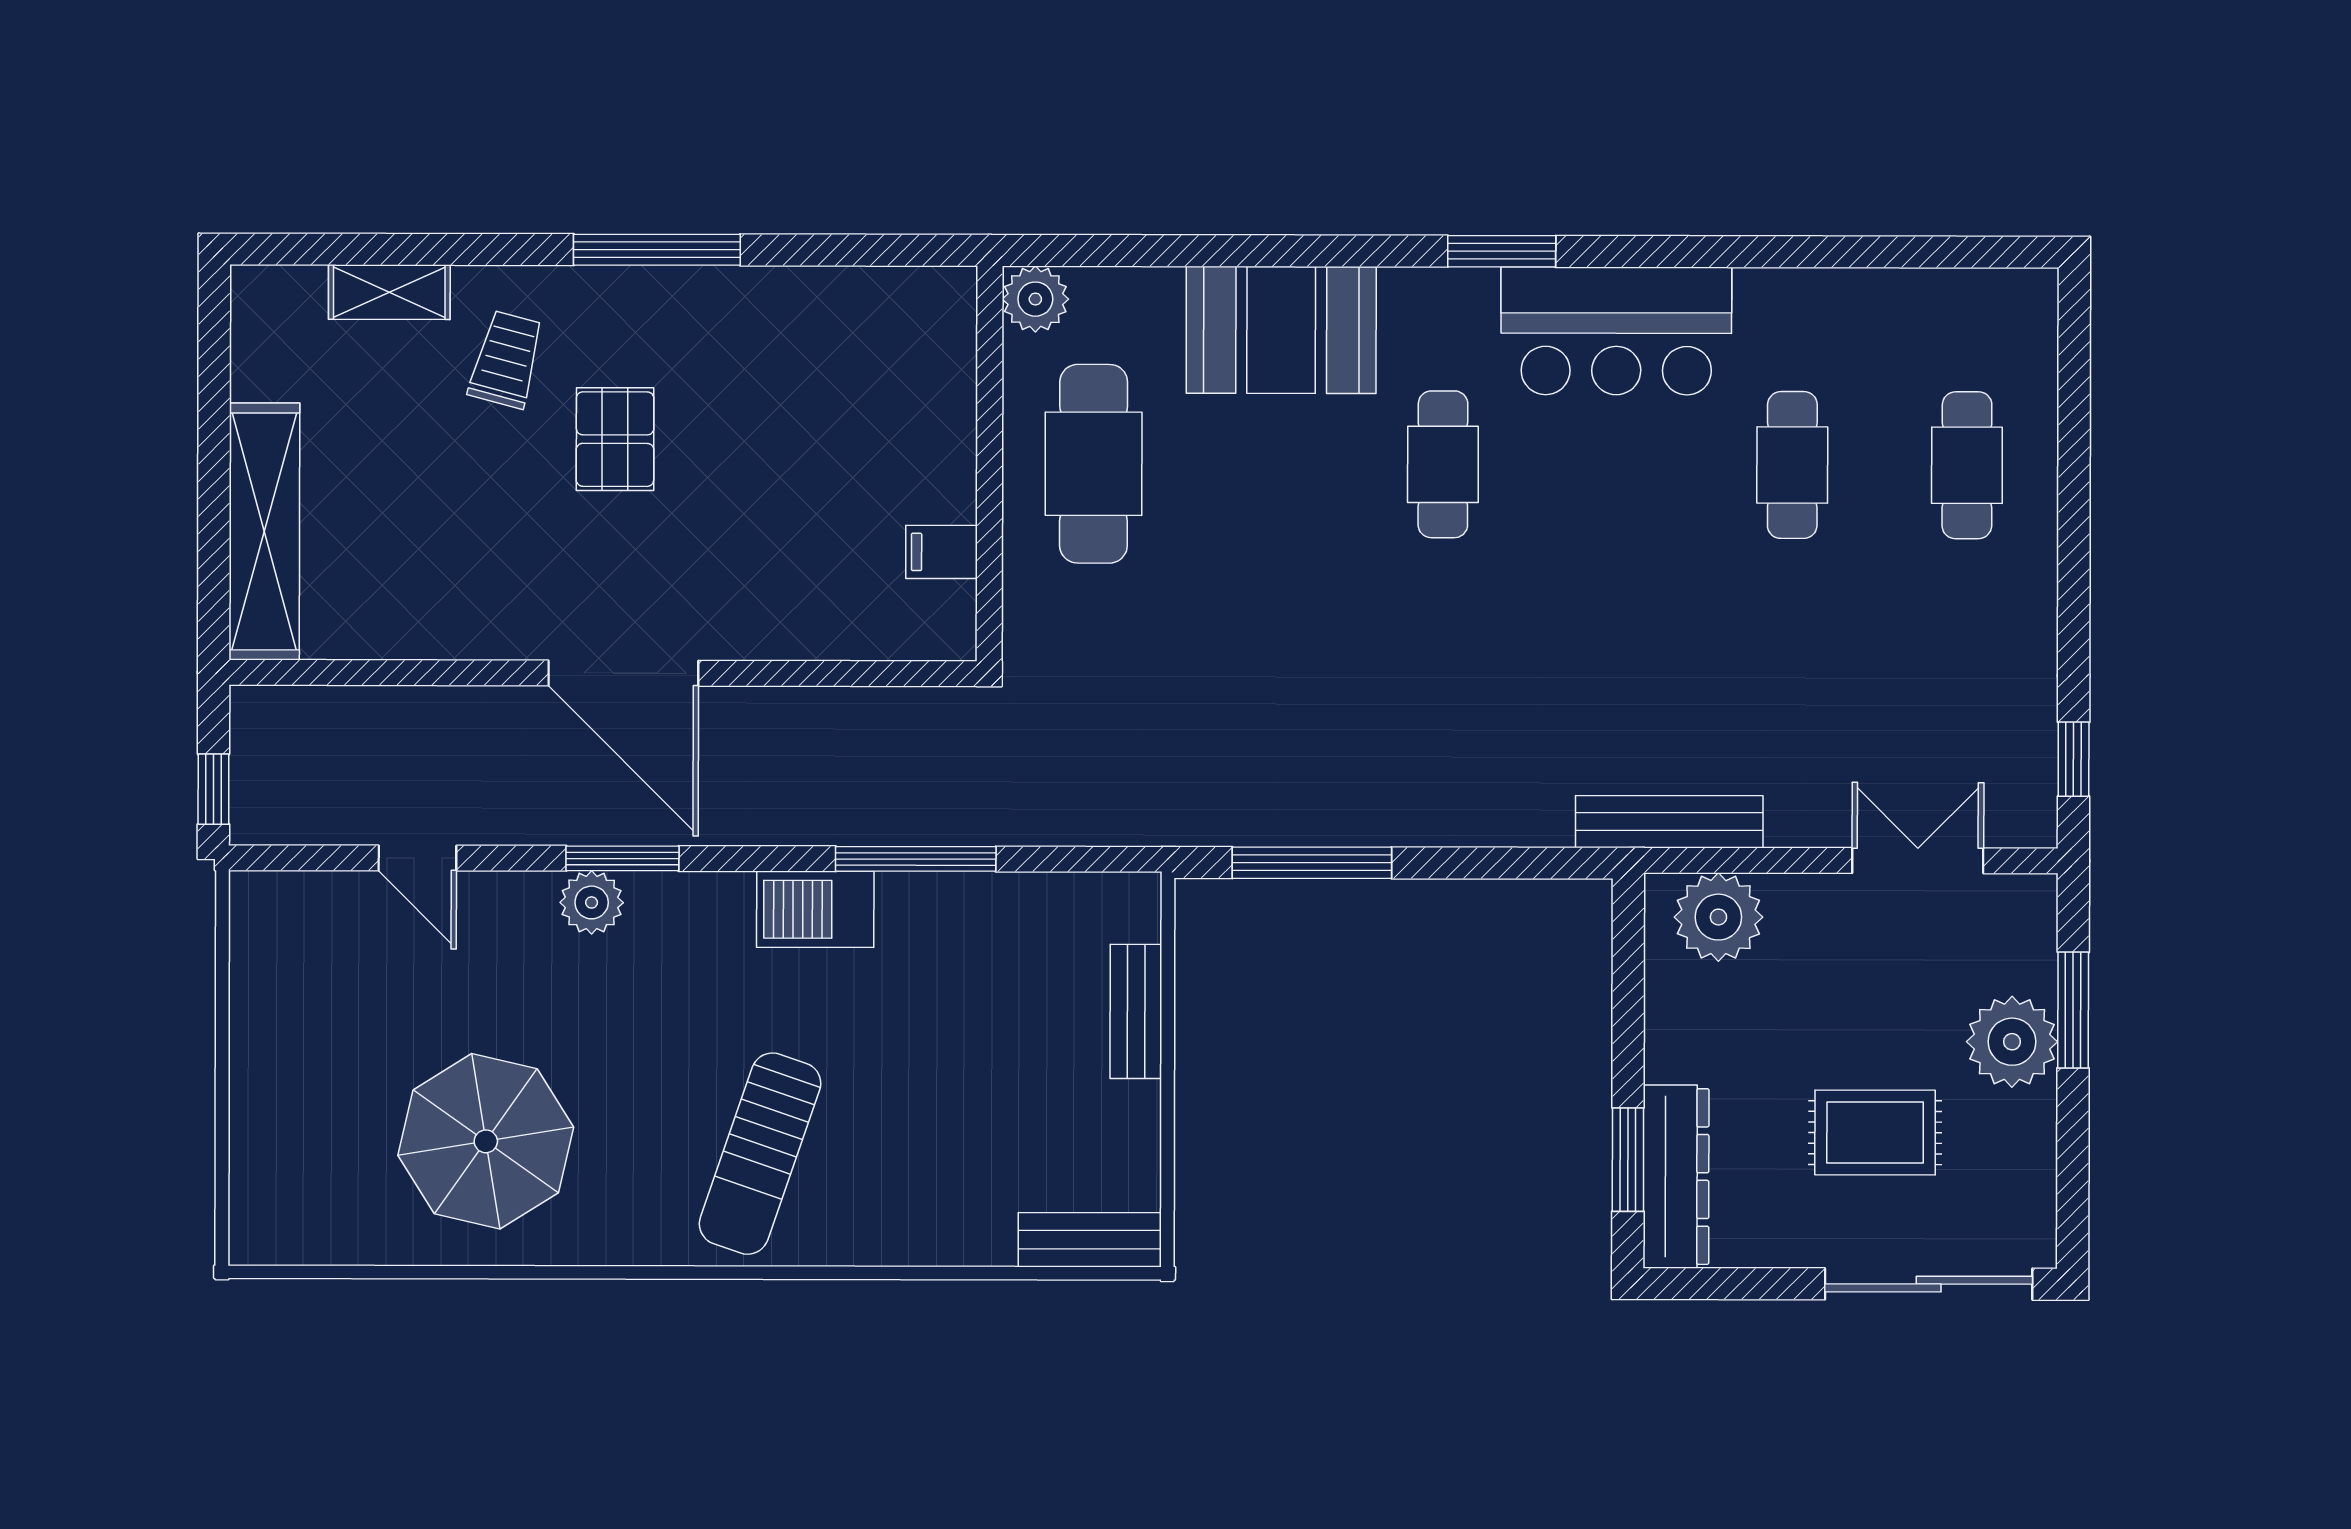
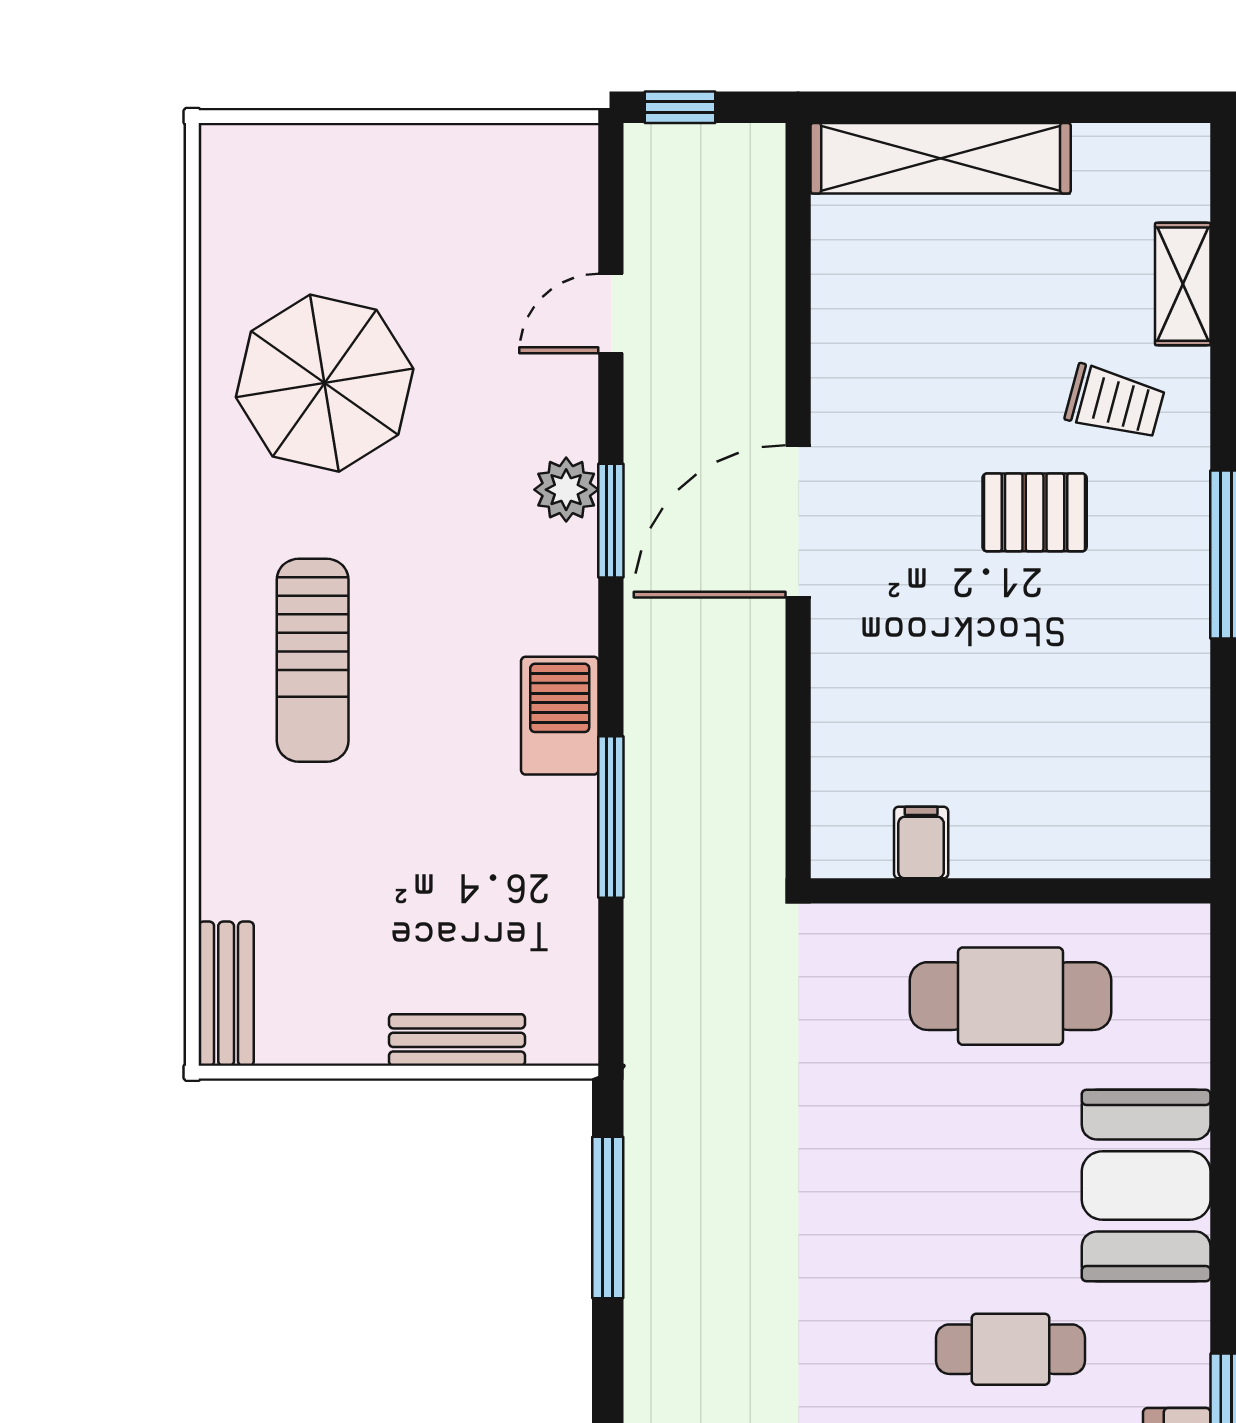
plant: (1035, 299) -> (1177, 937), removed
sun lounger: (760, 1154) -> (313, 660), turned -109

